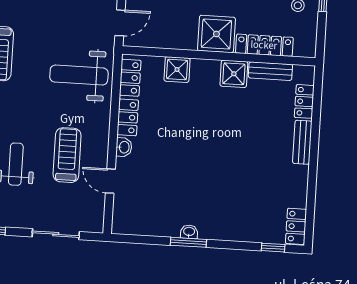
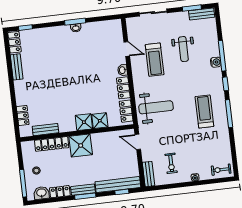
door: (120, 23) -> (138, 142), hinge flipped
shower: (234, 74) -> (84, 122), moved
bench: (302, 142) -> (17, 67), moved

